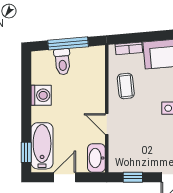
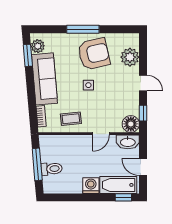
washing machine: (41, 95) -> (91, 186), moved
floor lamp: (119, 162) -> (131, 124), added

